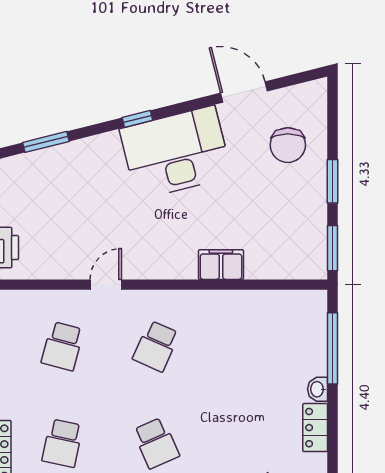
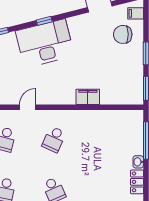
filing cabinet: (313, 105) -> (136, 13), added
chair: (288, 145) -> (123, 34), turned 90
desk: (176, 153) -> (45, 43), moved

